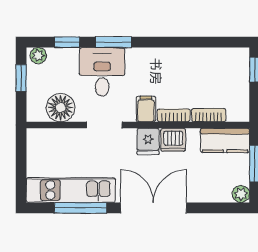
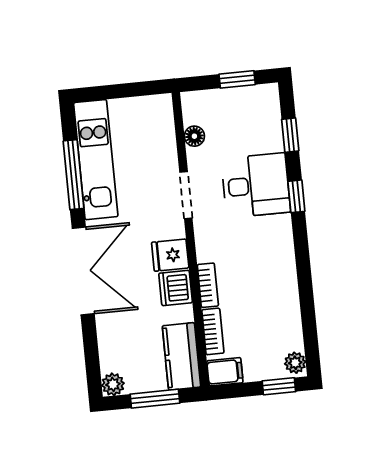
window: (113, 42) -> (296, 196), width x0.67
plant: (38, 56) -> (295, 363), moved
floor lamp: (61, 108) -> (194, 136), width x0.53, depth x0.53
filing cabinet: (146, 109) -> (225, 372), moved

